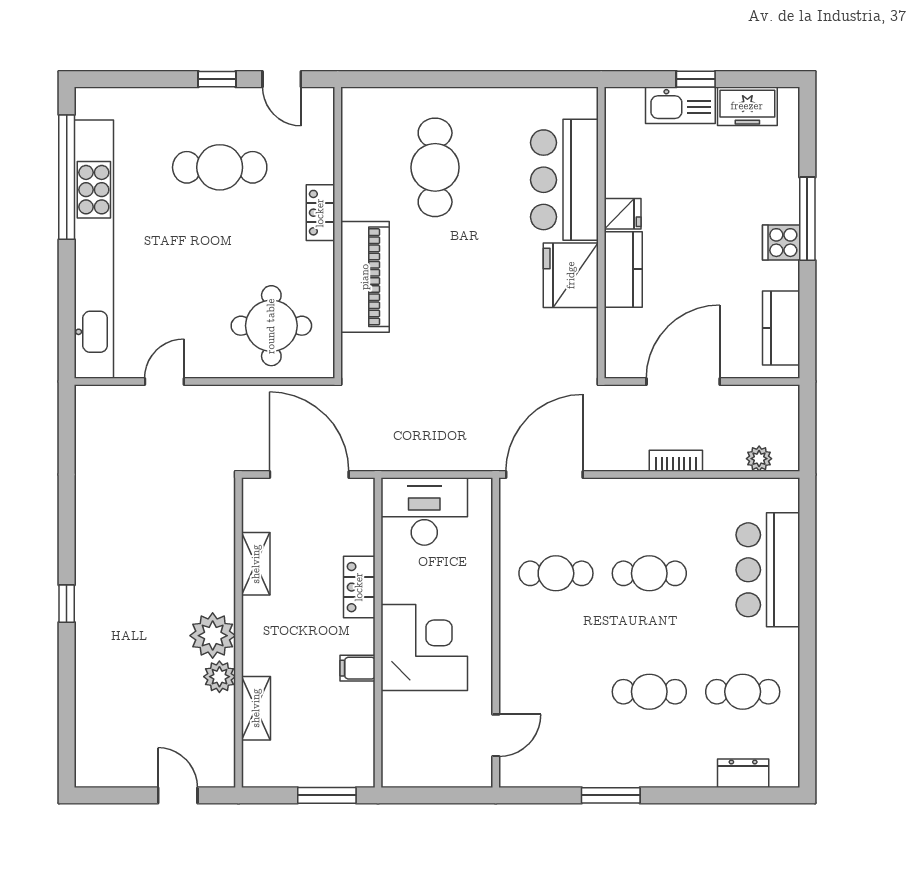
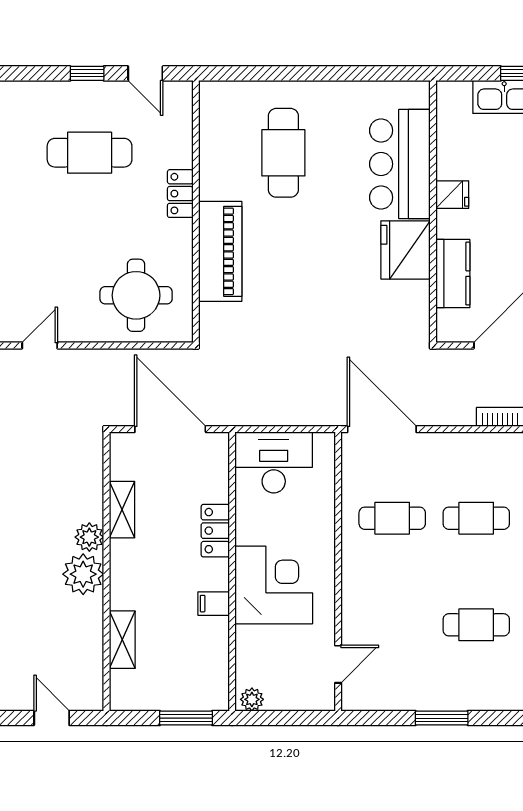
kitchen counter: (623, 269) -> (453, 274), moved
door: (544, 474) -> (382, 429), hinge flipped
plant: (219, 677) -> (89, 537), moved
plant: (400, 775) -> (252, 699), added

